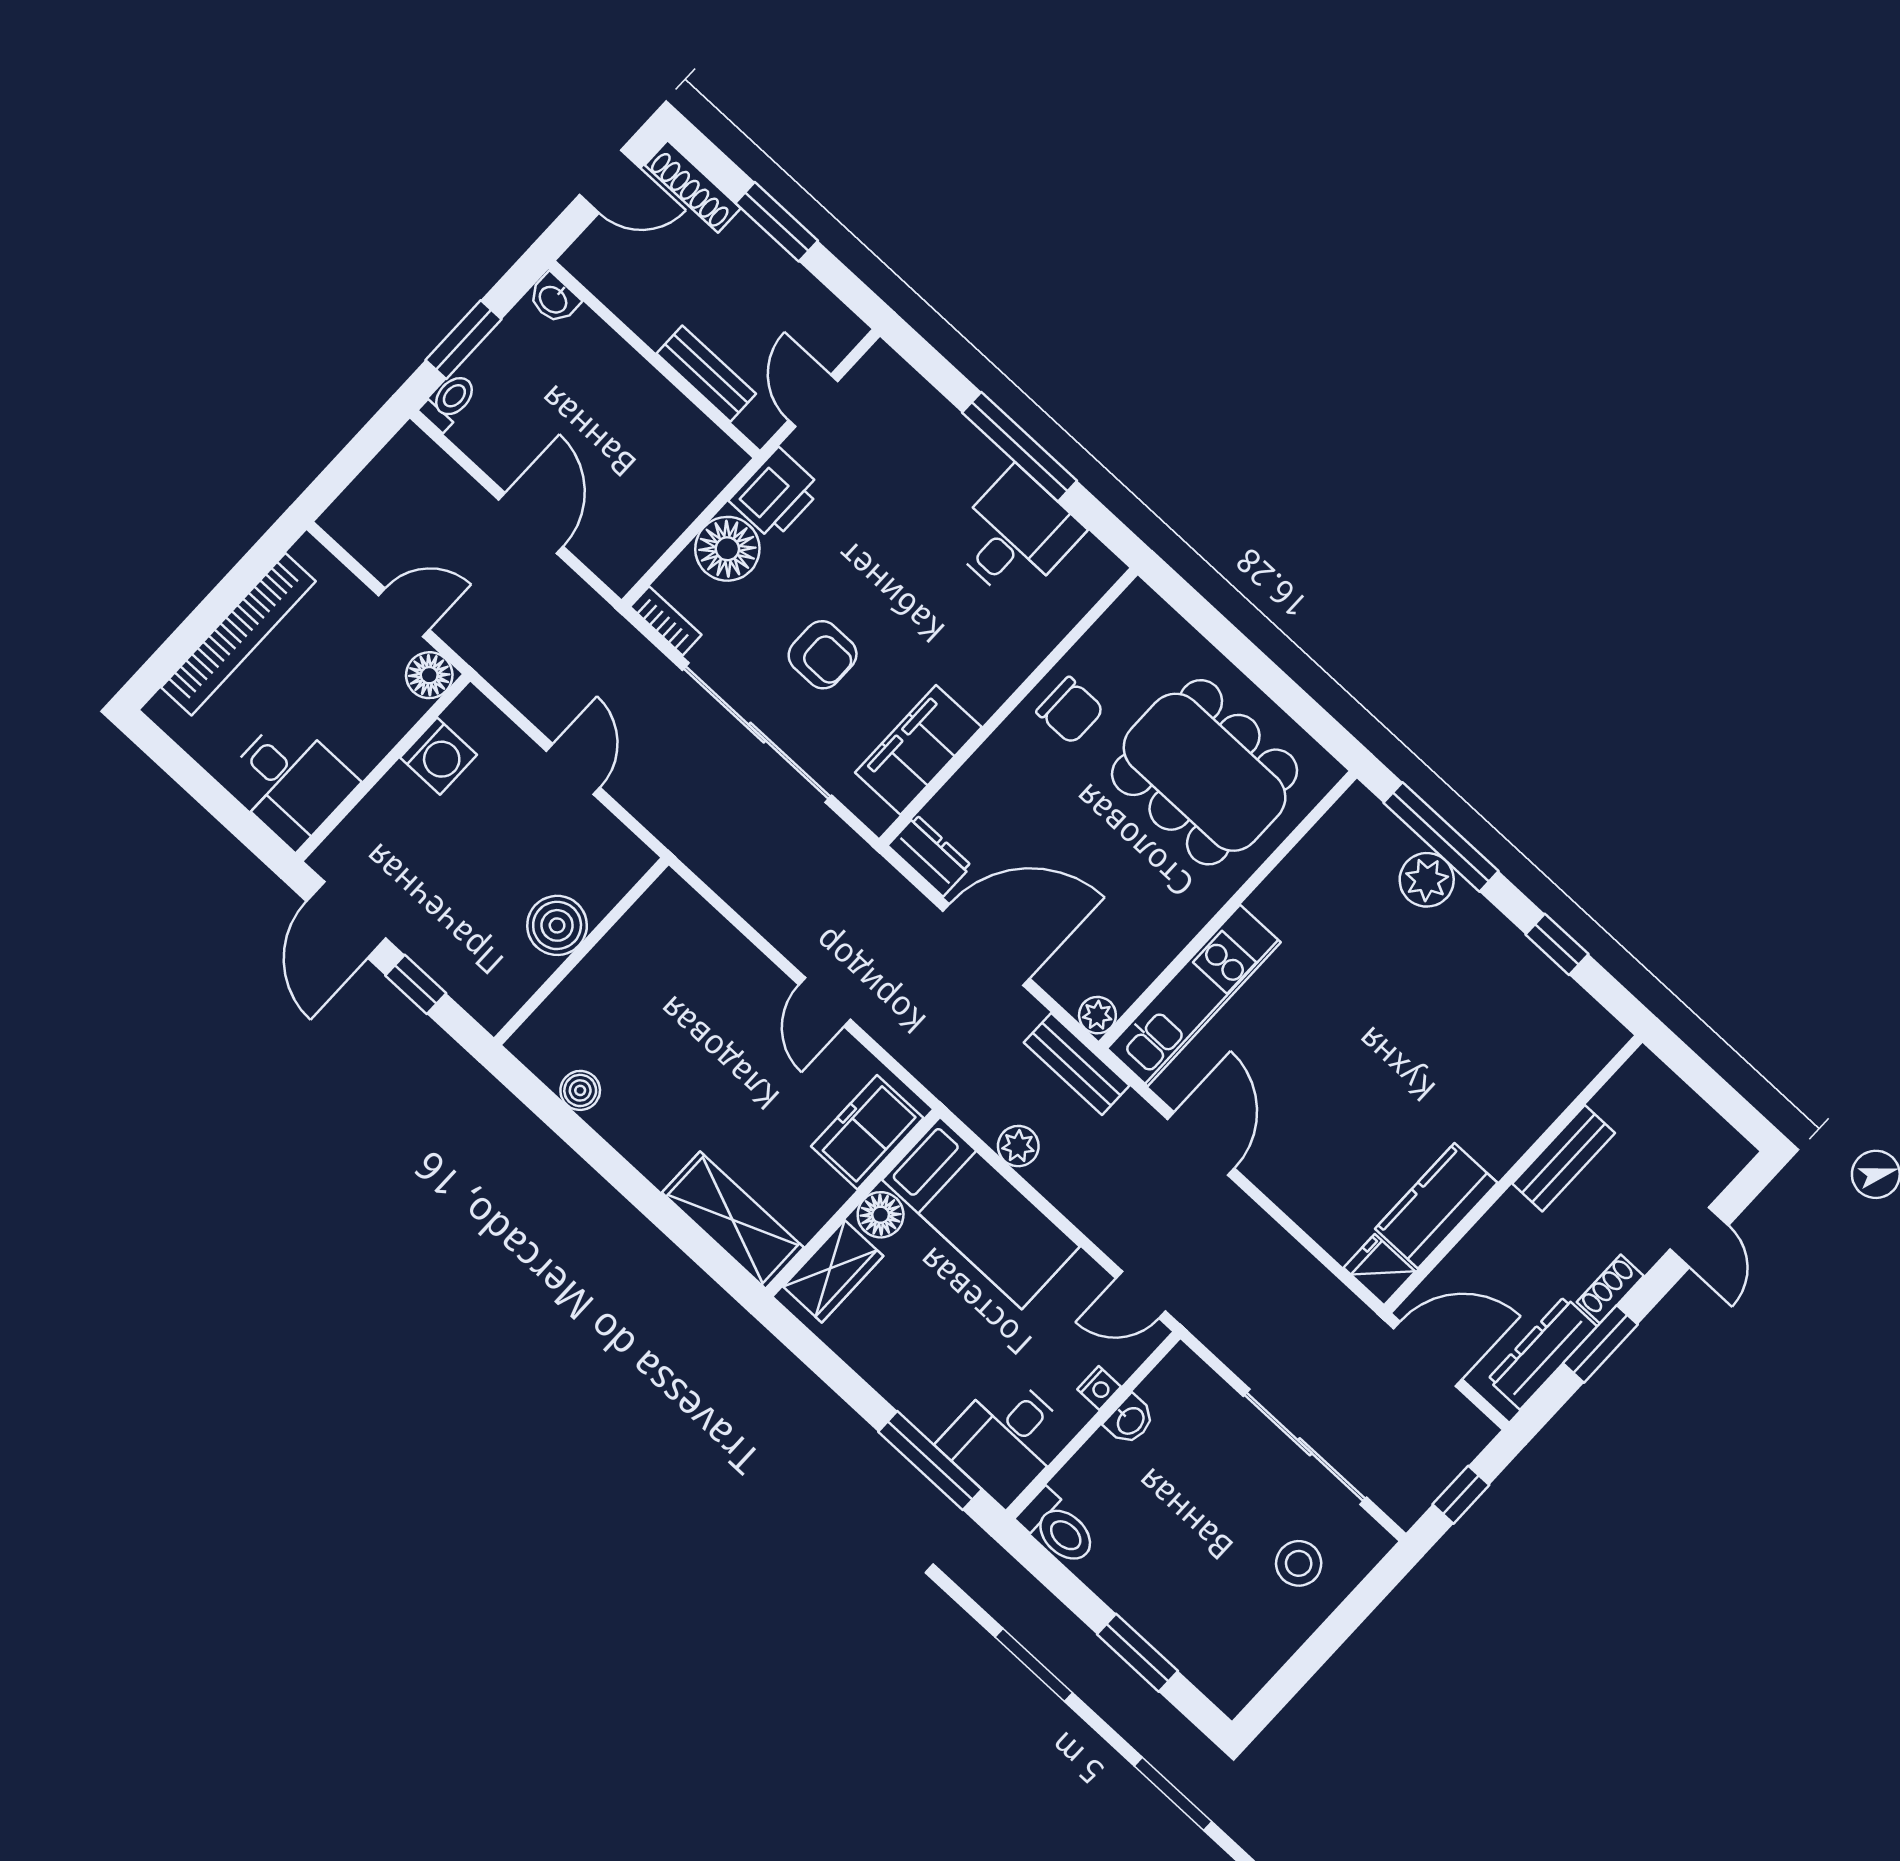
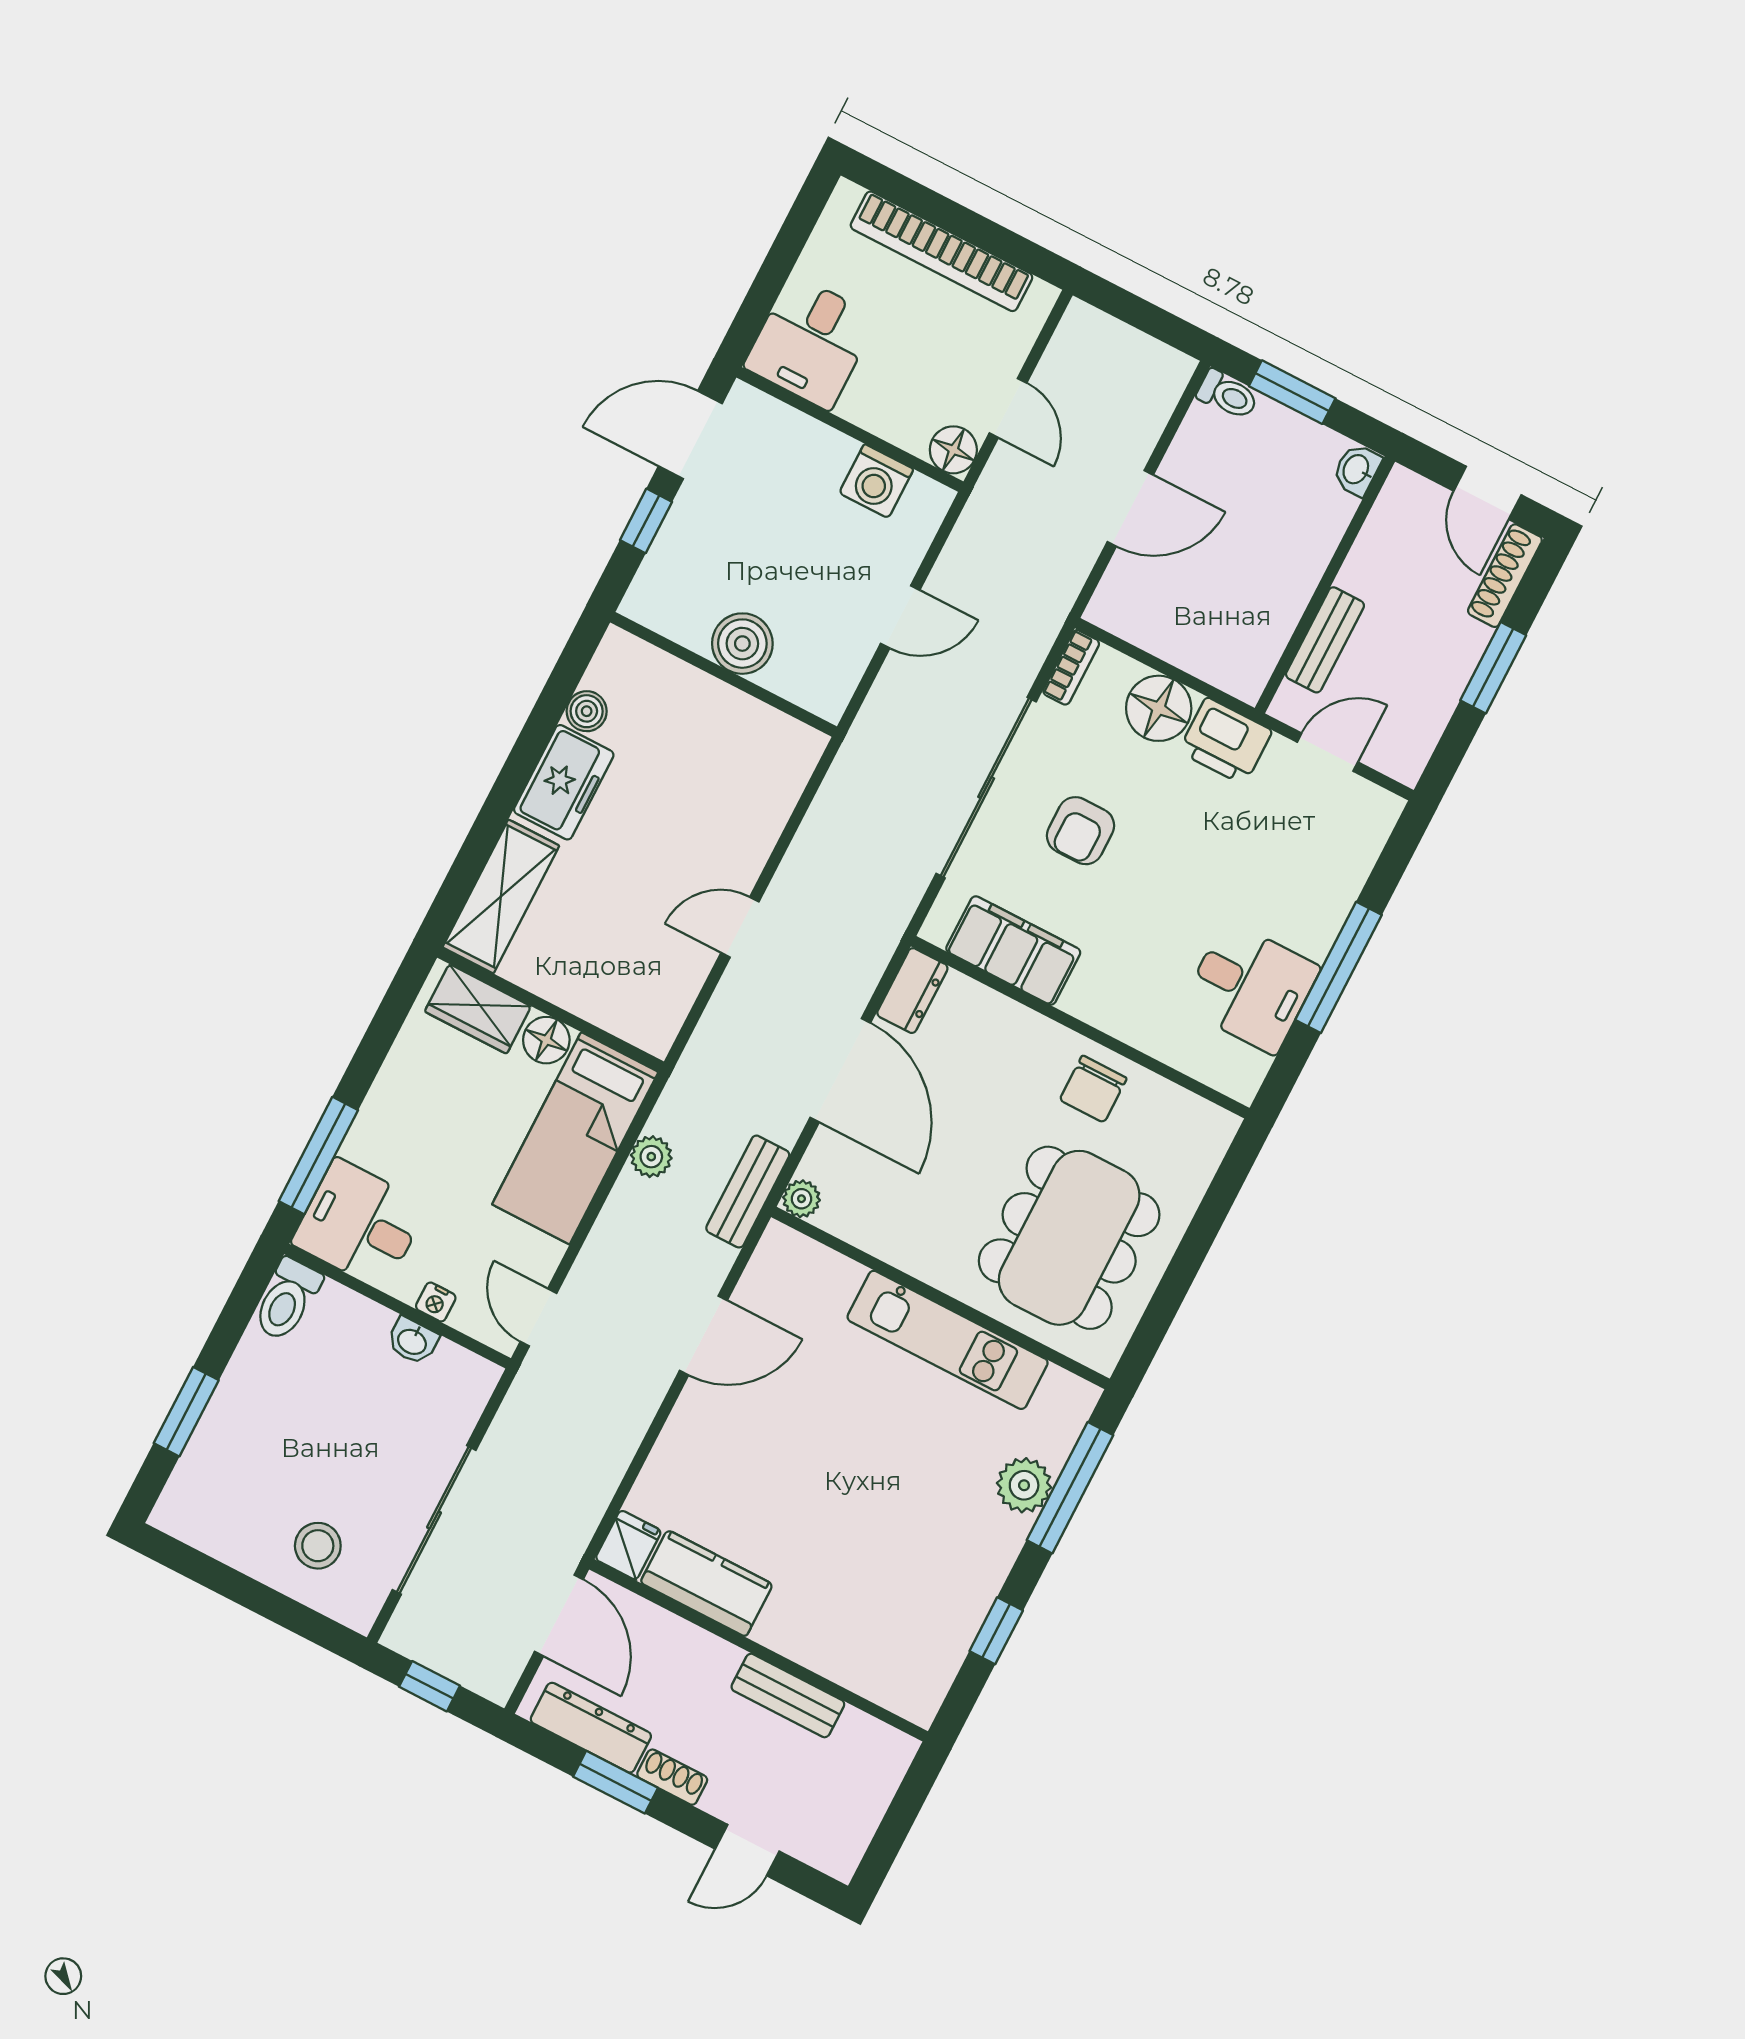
kitchen unit: (1194, 995) -> (948, 1340), moved
freezer: (867, 1132) -> (564, 782), moved, turned 90

